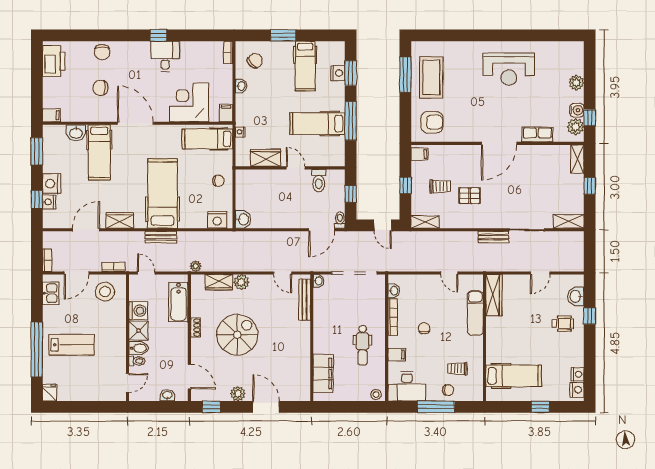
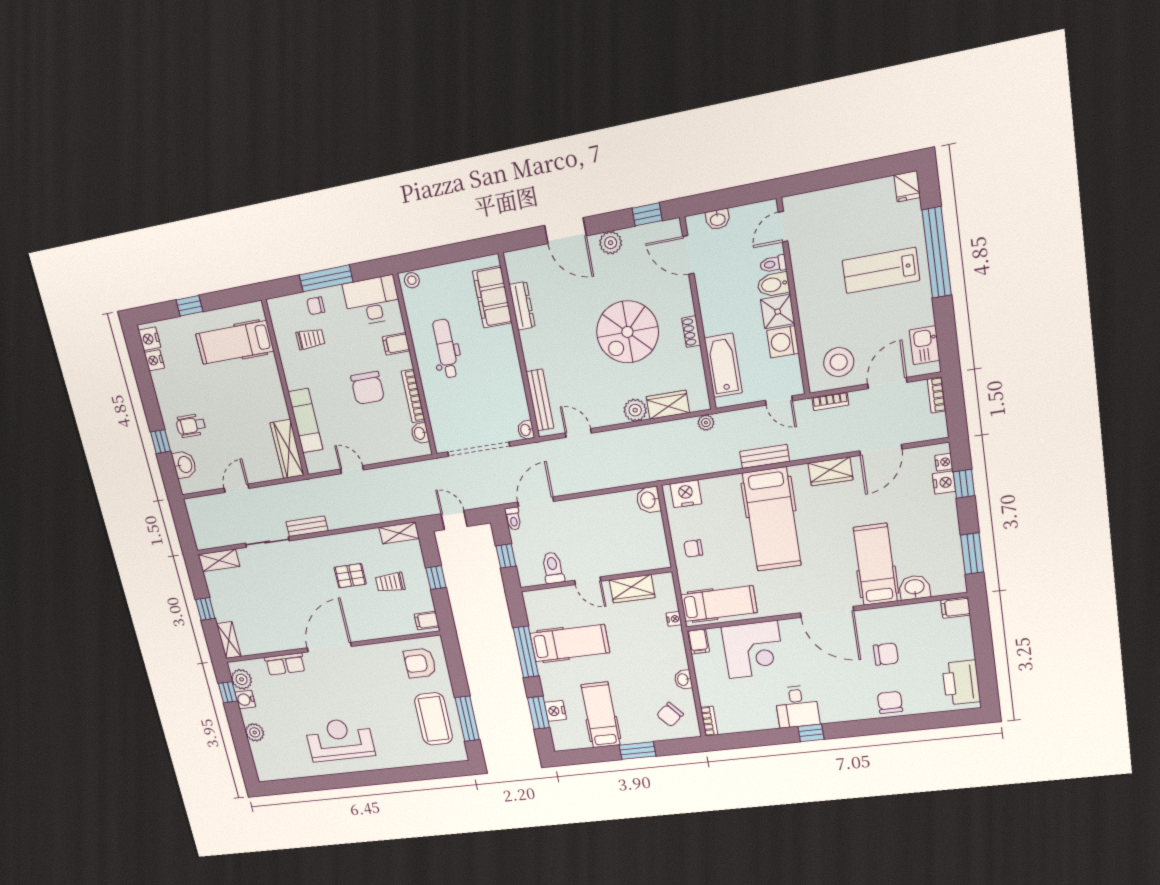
nightstand: (52, 184) -> (944, 462), moved, width x0.53, depth x0.56
chair: (424, 328) -> (367, 388), width x1.87, depth x1.87
dresser: (304, 364) -> (522, 306), added

